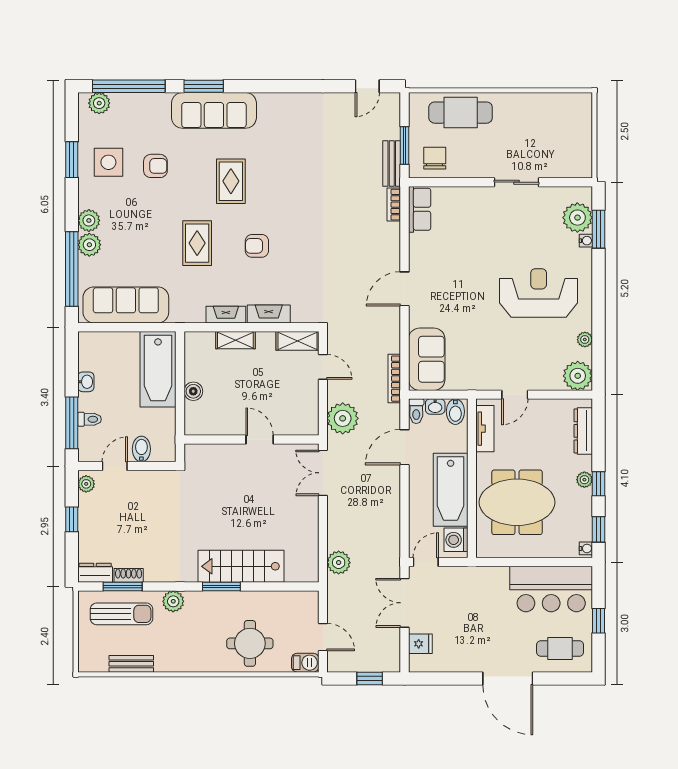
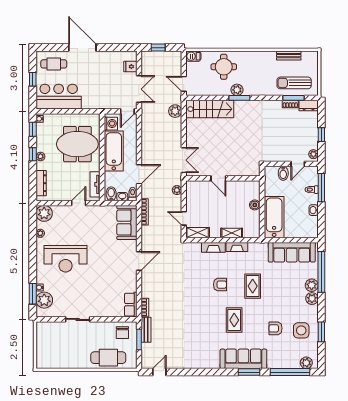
plant: (343, 418) -> (177, 190), width x0.53, depth x0.53
stairs: (241, 566) -> (210, 109), moved
plant: (173, 601) -> (237, 90), moved
door: (323, 637) -> (184, 84), moved

